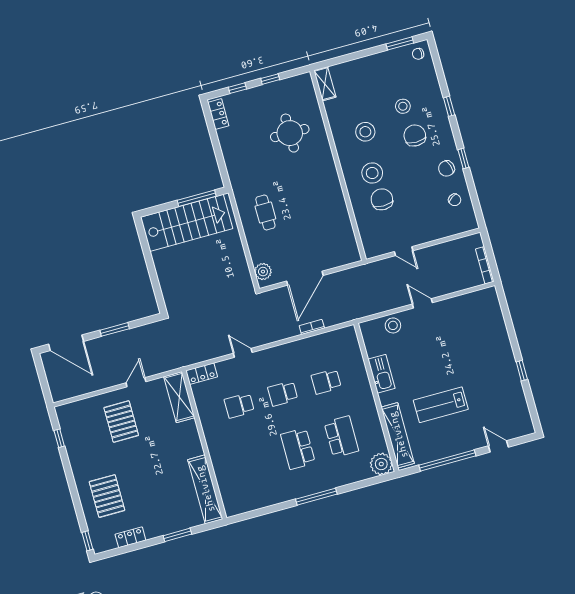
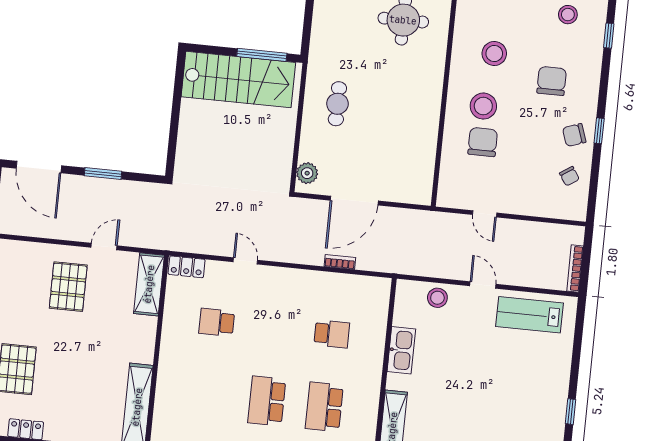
stool: (403, 106) -> (568, 15), moved
window: (449, 106) -> (609, 36), moved
school desk: (326, 382) -> (332, 334), turned 180
school desk: (283, 394) -> (274, 328), removed
lab bench: (441, 405) -> (530, 315), moved
school desk: (341, 437) -> (324, 407), turned 180

